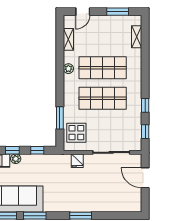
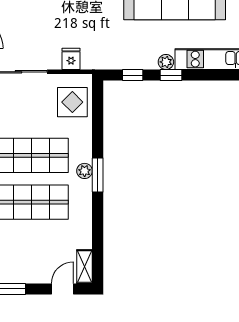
shelving: (68, 39) -> (85, 267), moved
plant: (68, 69) -> (85, 171), moved
window: (60, 118) -> (98, 175), moved

